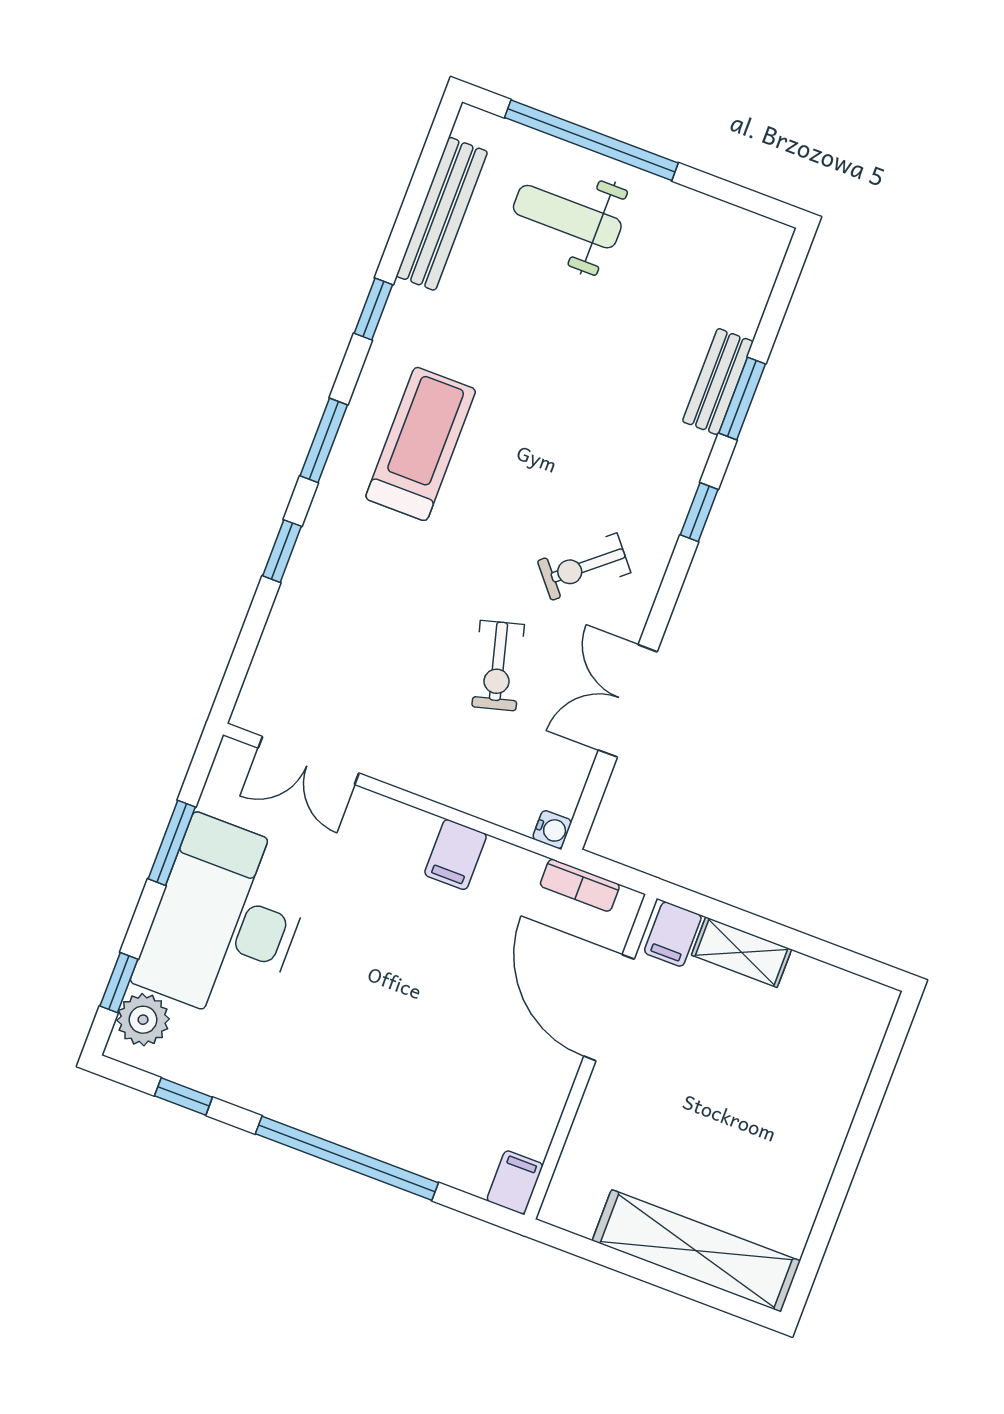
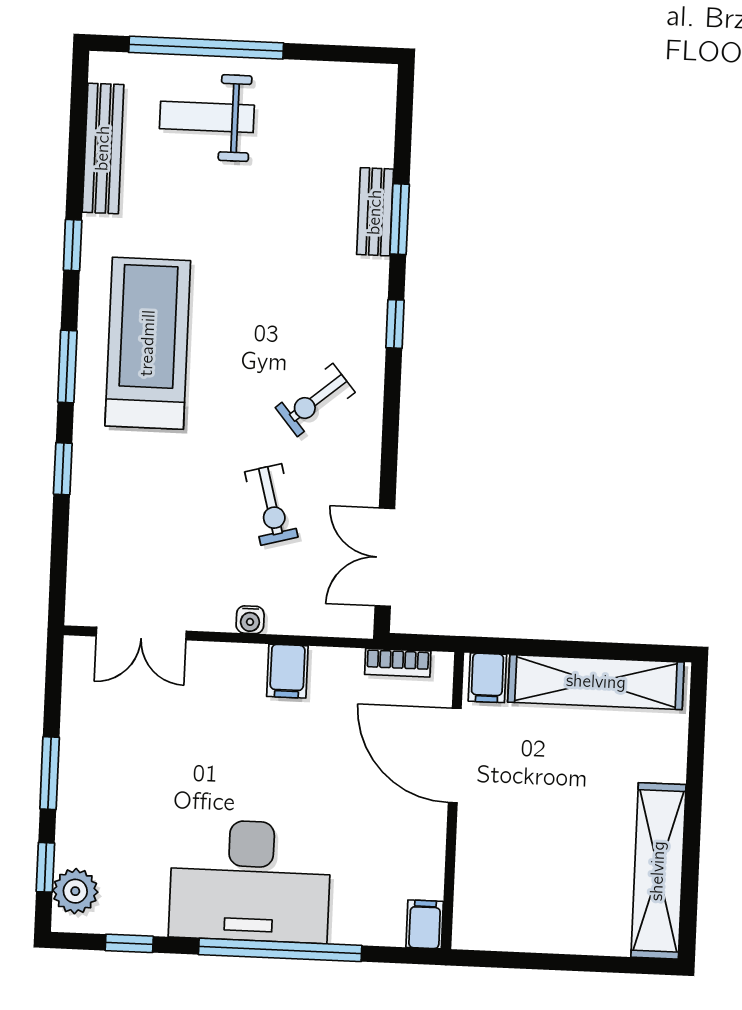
treadmill: (421, 444) -> (148, 343), width x1.37, depth x1.38
double door: (628, 701) -> (385, 557), moved
water cooler: (552, 830) -> (250, 620), moved, turned 90
window: (172, 843) -> (50, 773), moved
desk: (226, 921) -> (250, 881), moved, turned -90
shelving: (741, 952) -> (596, 682), width x2.20, depth x1.33
shelving: (696, 1251) -> (658, 871), moved, turned 90

